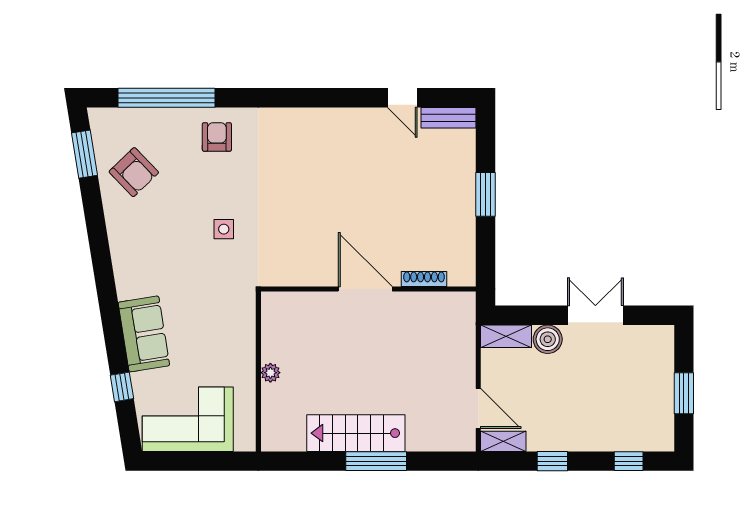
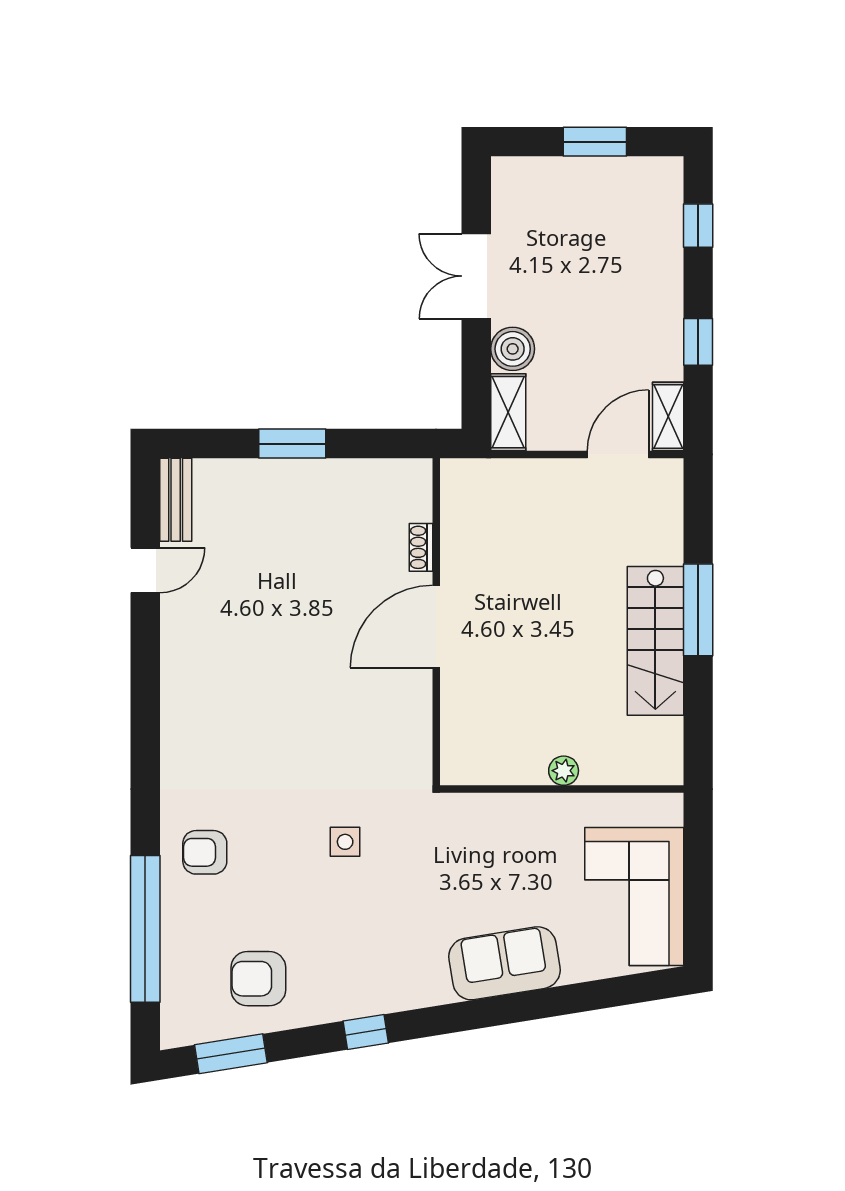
armchair: (134, 172) -> (258, 979), turned -136
shoe rack: (424, 279) -> (421, 547), width x0.70
window: (122, 387) -> (366, 1032), moved

